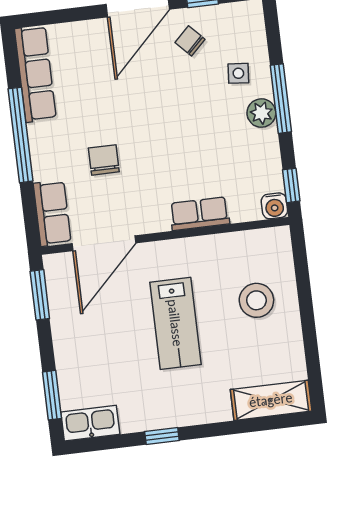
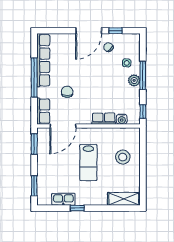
row of seats: (35, 74) -> (43, 60), width x1.36
water cooler: (274, 206) -> (122, 119), moved
kitchen sink: (90, 423) -> (63, 199), moved

